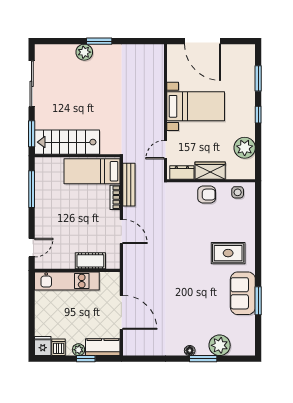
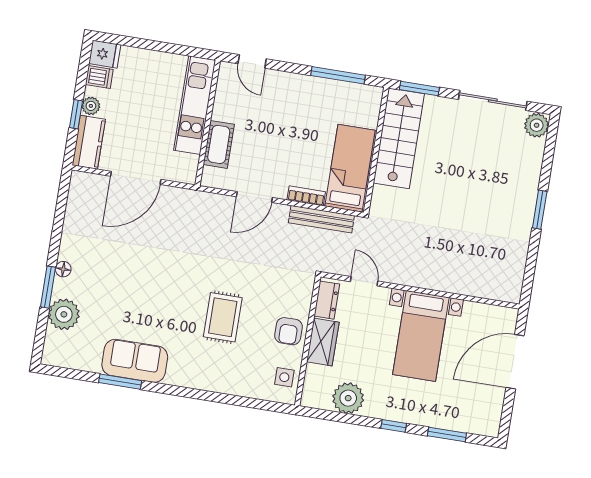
plant: (84, 52) -> (537, 125), moved
rug: (228, 253) -> (223, 317), moved

